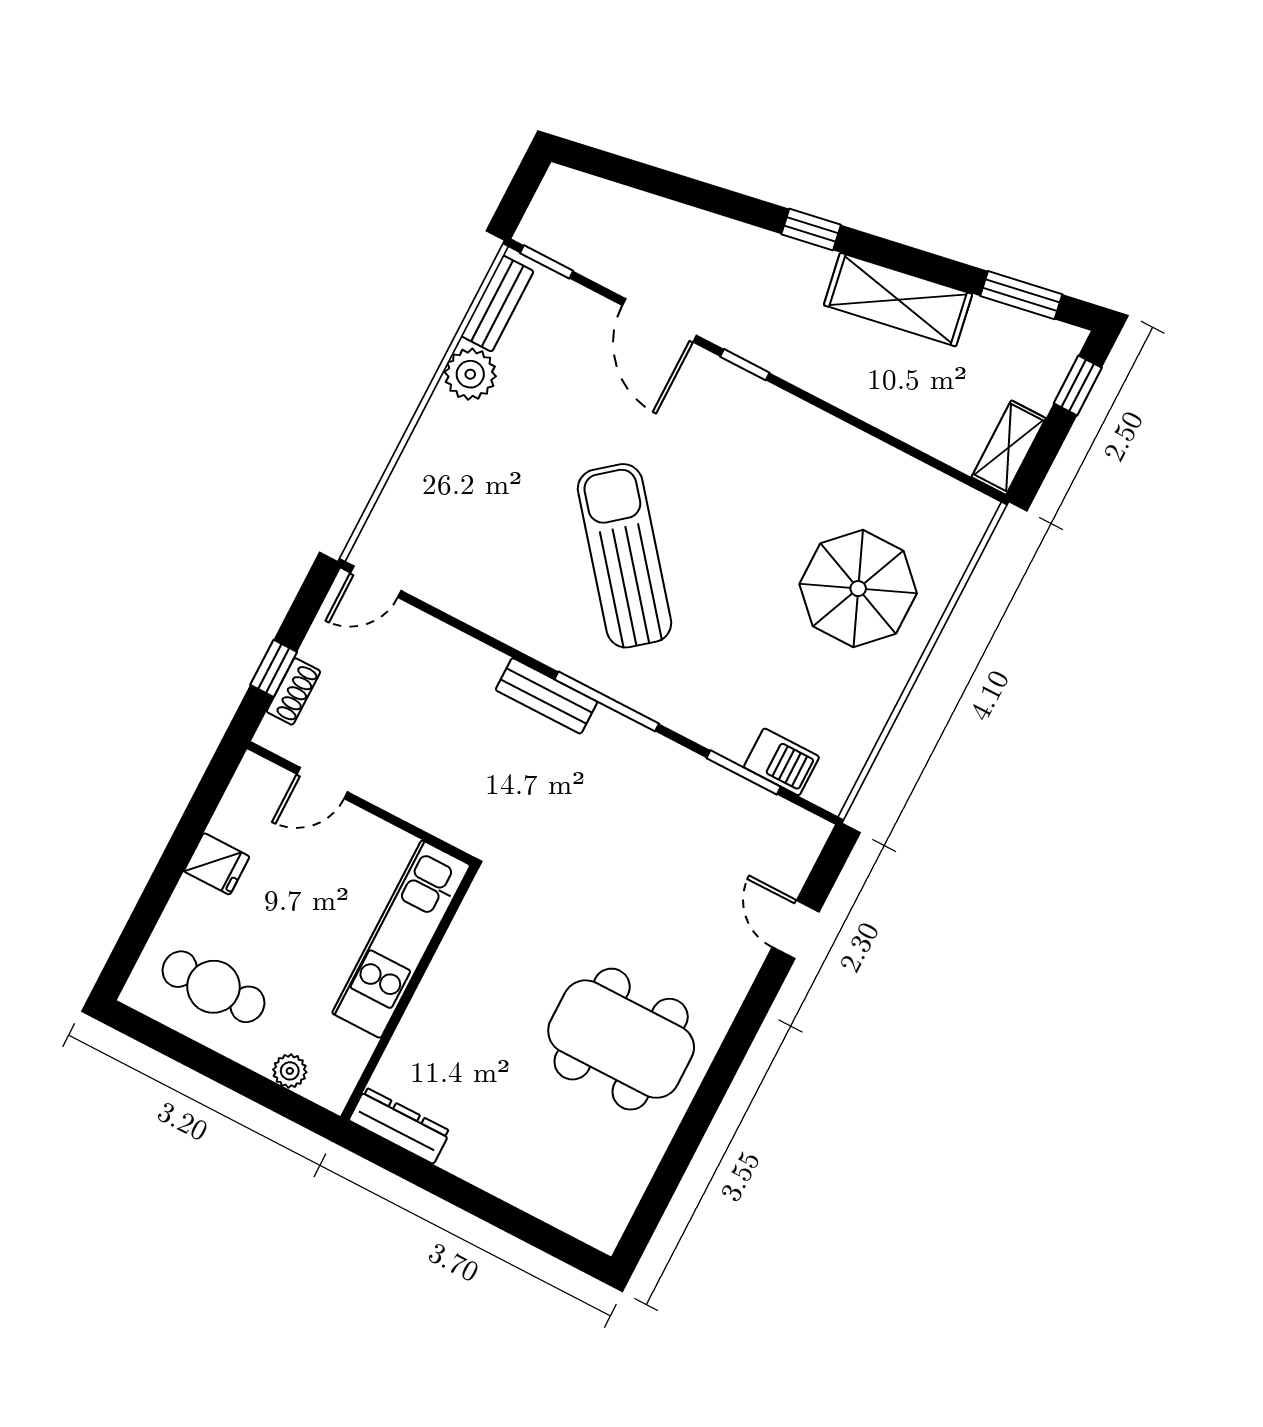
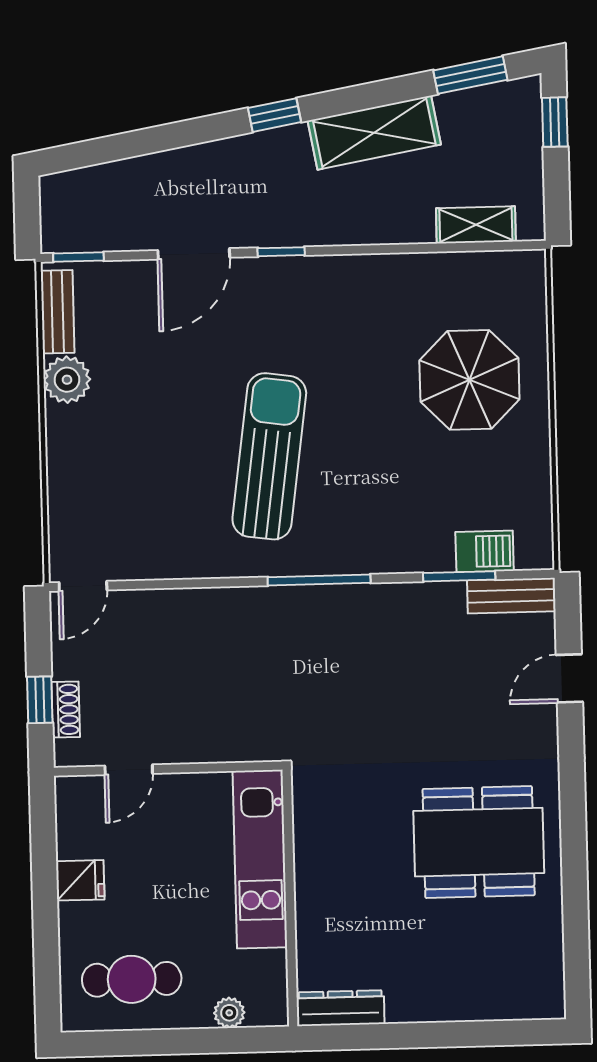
door: (659, 320) -> (194, 254), hinge flipped
shelving: (1009, 448) -> (476, 225), moved, turned 90
sun lounger: (625, 556) -> (269, 456), turned 47
bench: (546, 696) -> (511, 596), moved
door: (796, 930) -> (569, 678), hinge flipped

